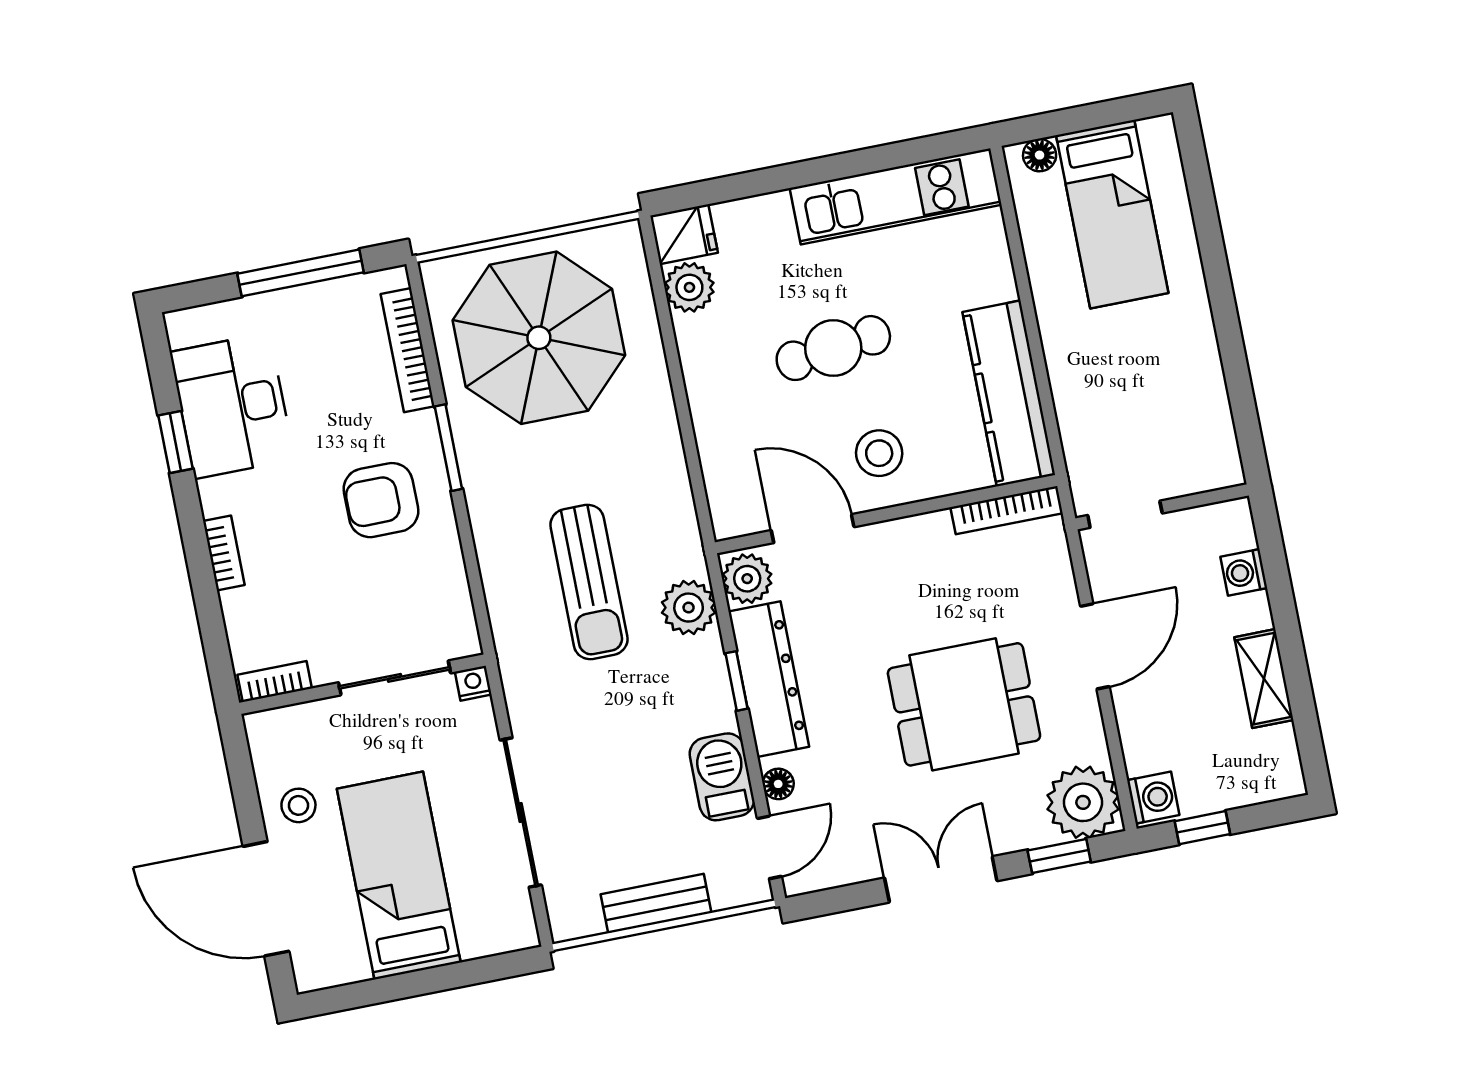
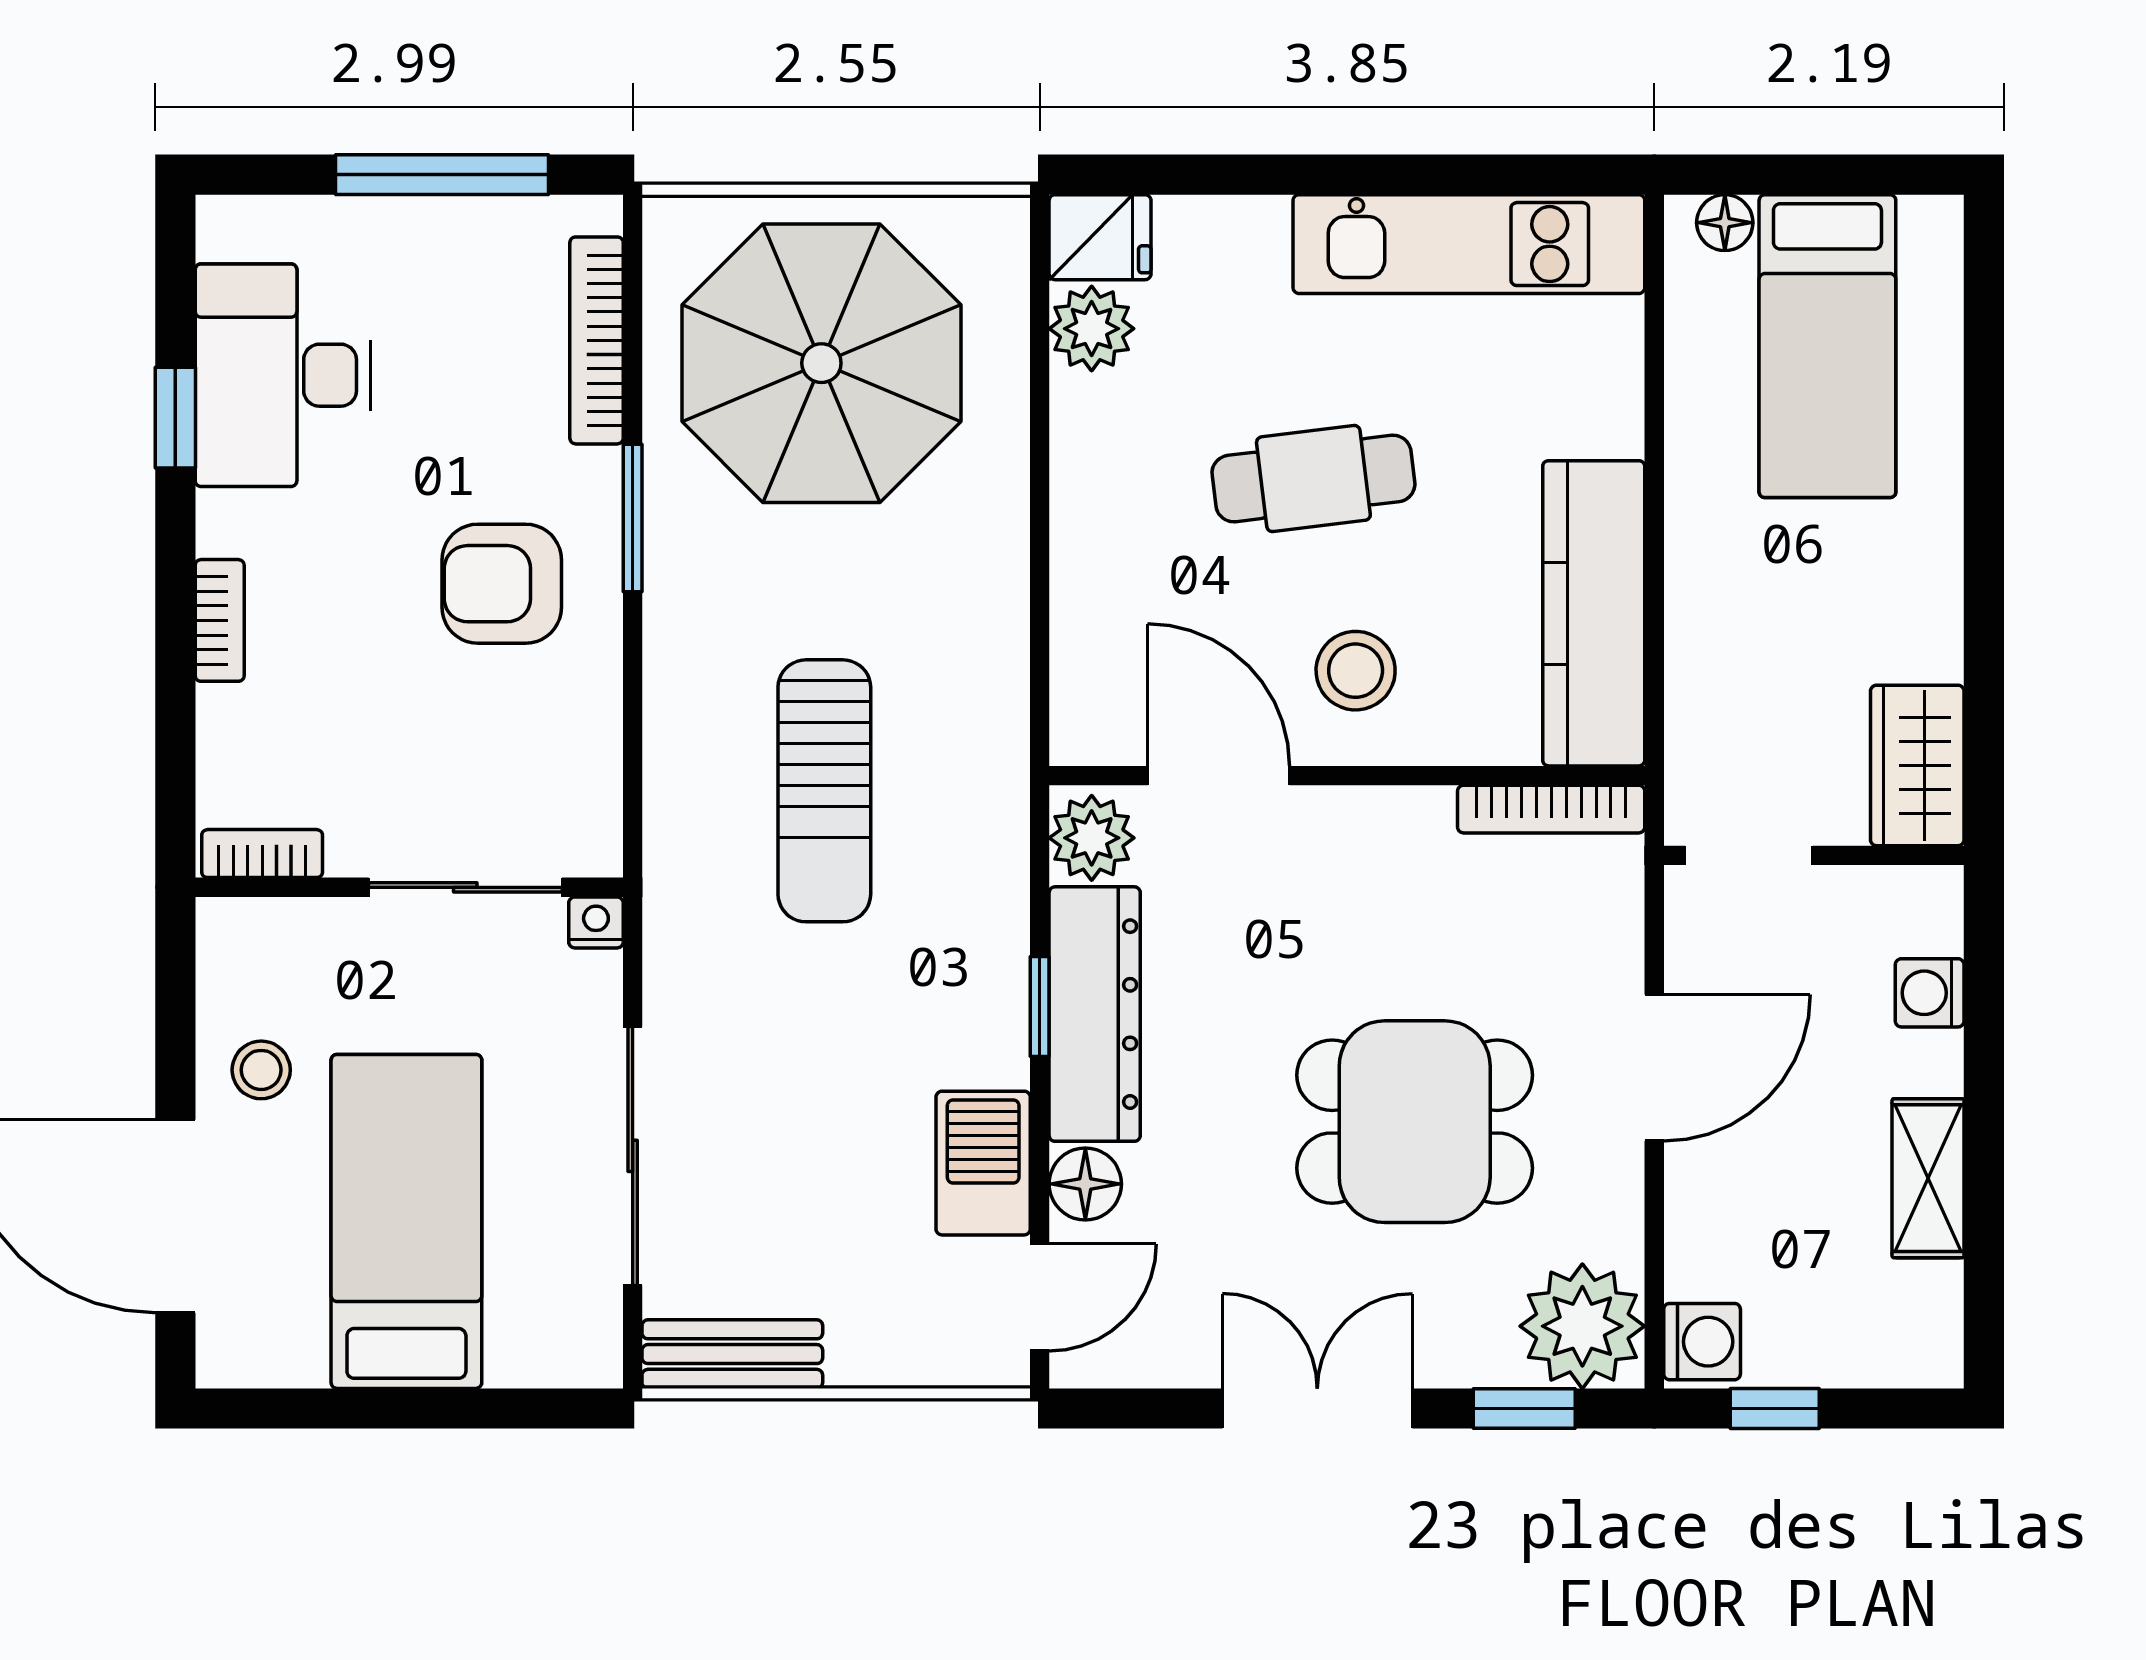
wardrobe: (1211, 444) -> (1917, 765), added
plant: (689, 608) -> (983, 867), removed
floor lamp: (778, 784) -> (1085, 1184), width x1.37, depth x1.37
bench: (656, 903) -> (732, 1354), moved

